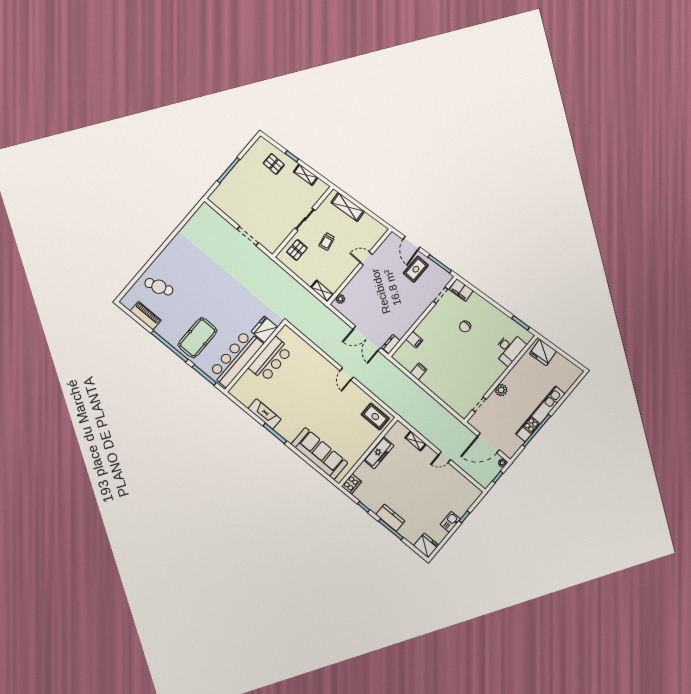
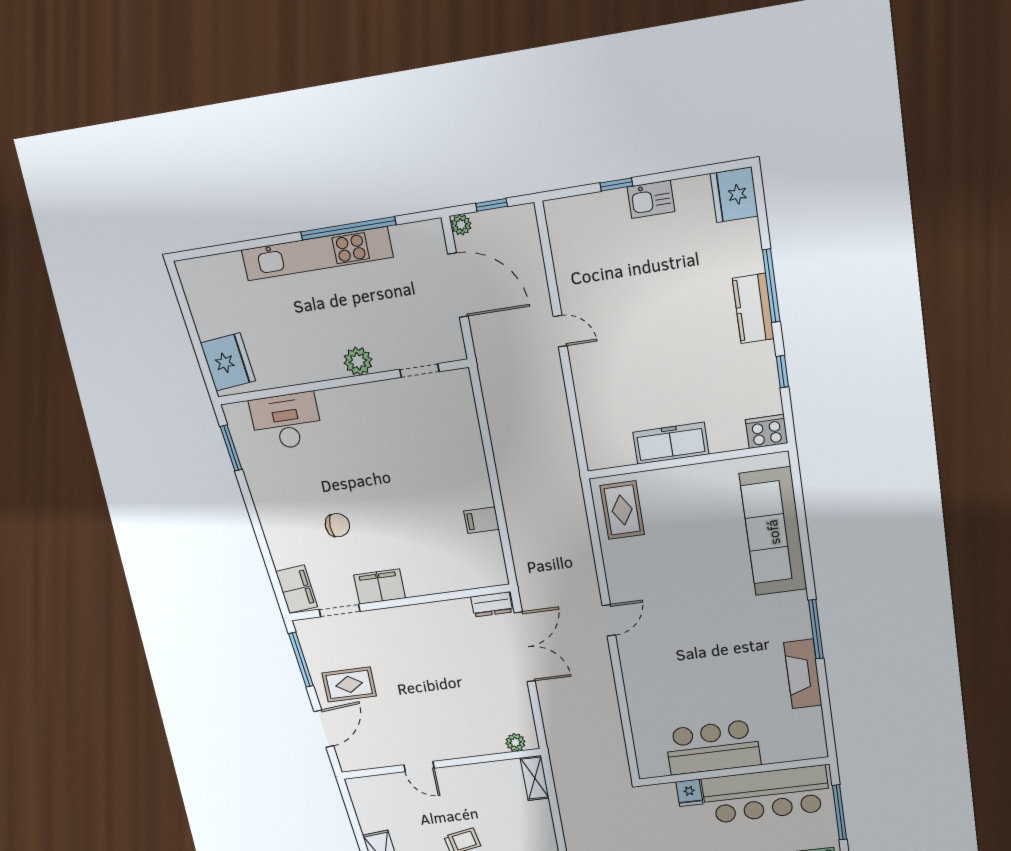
fridge: (265, 329) -> (689, 793), width x0.53, depth x0.75
filing cabinet: (414, 340) -> (379, 586), moved, width x2.00
shelving: (416, 441) -> (588, 406), removed

